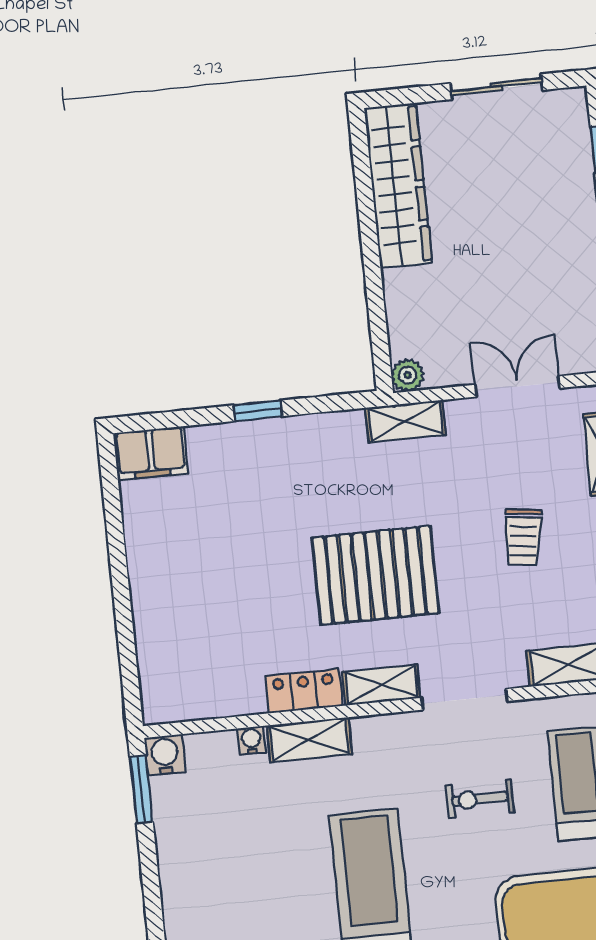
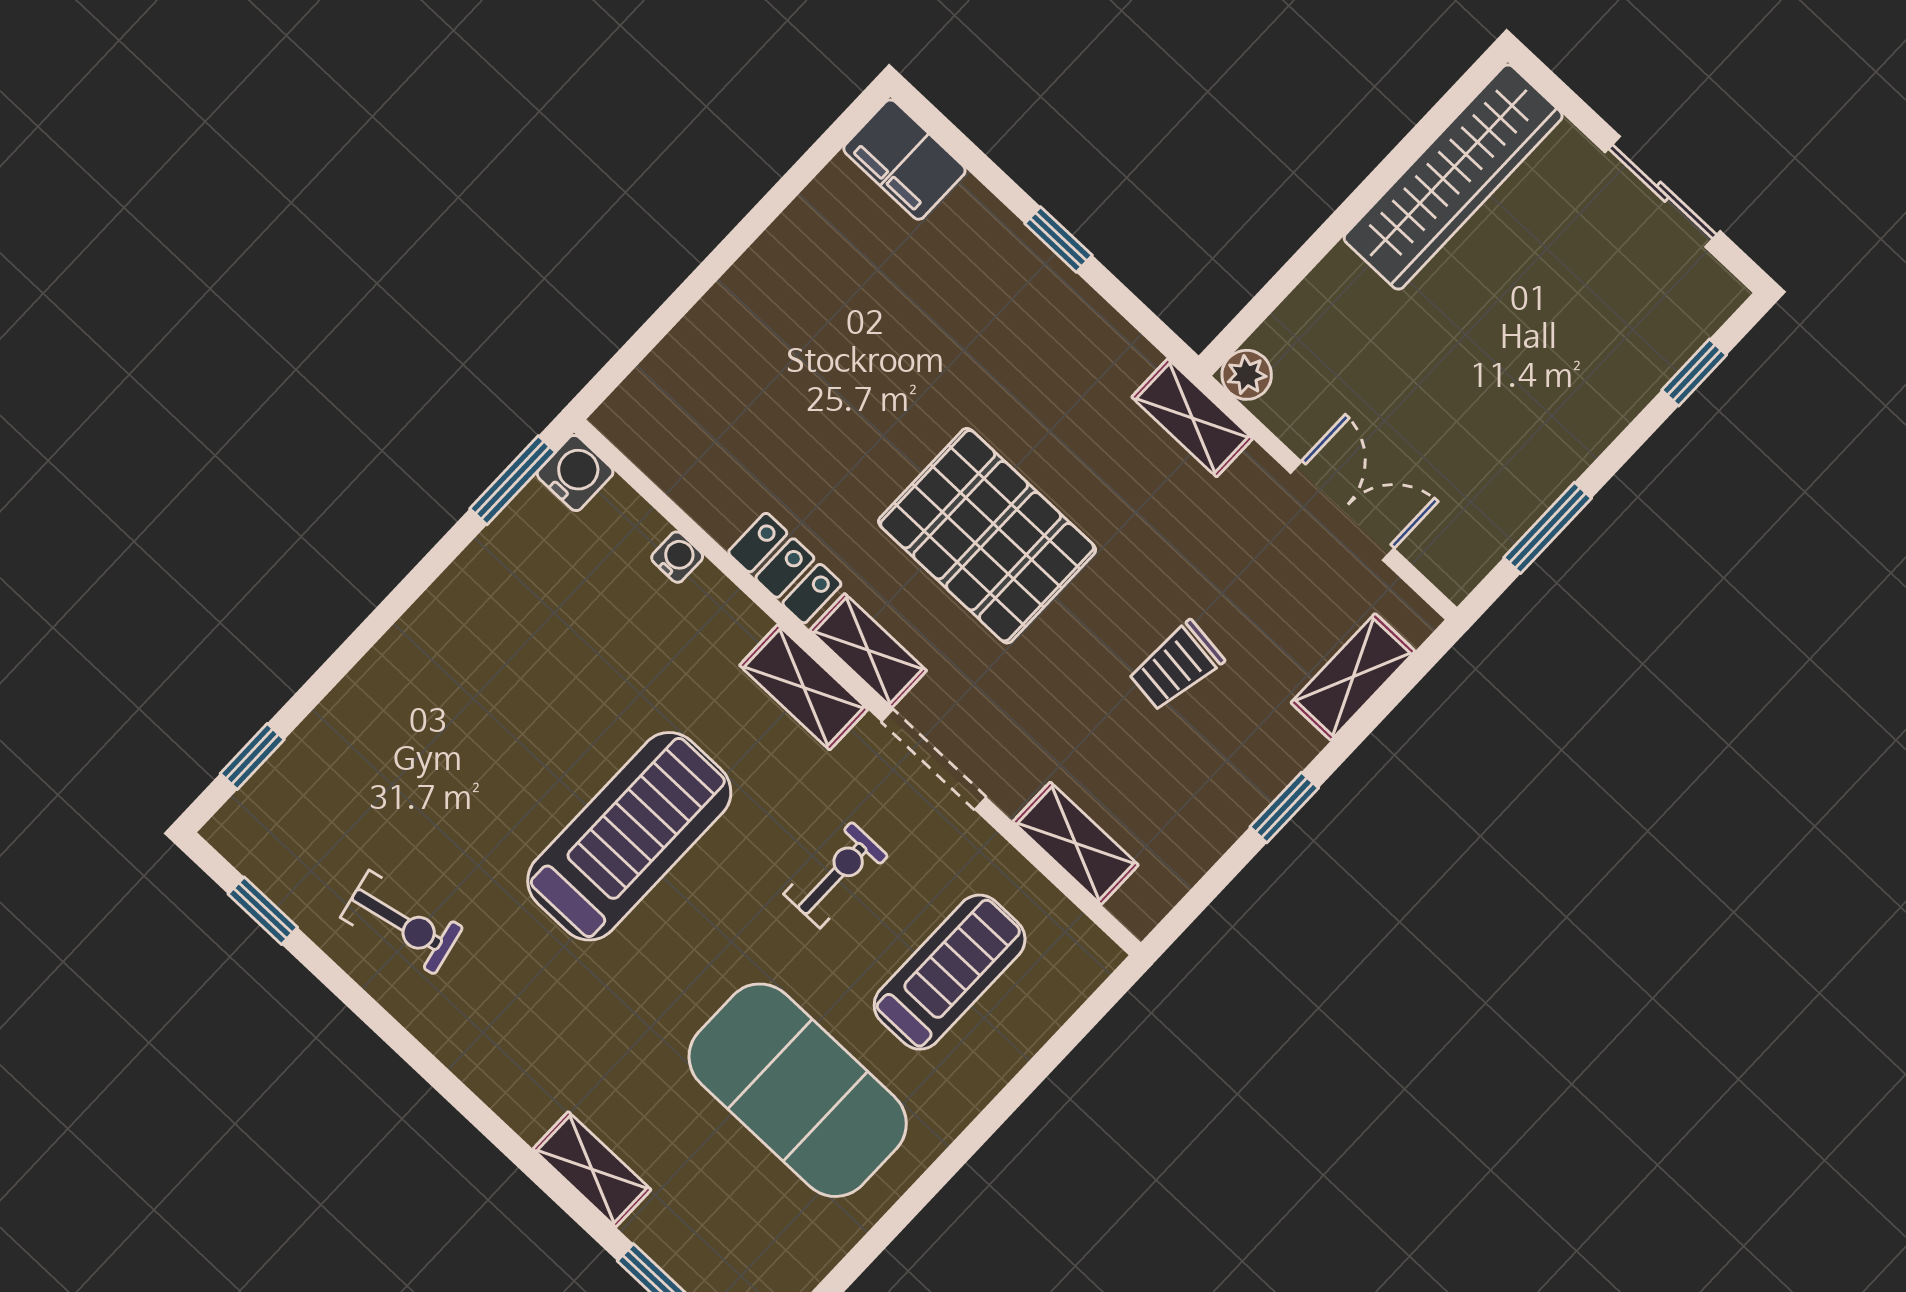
shelving: (309, 740) -> (804, 687), moved
exercise bike: (480, 799) -> (836, 875), turned 90

